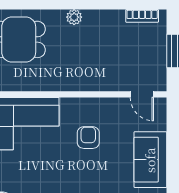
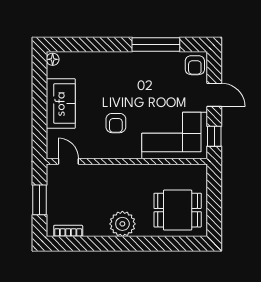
plant: (74, 17) -> (122, 224), width x1.88, depth x1.88

